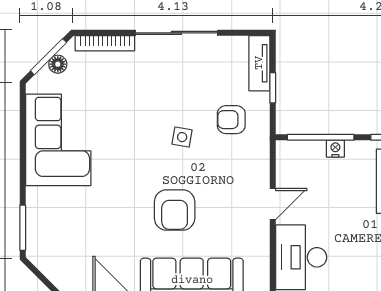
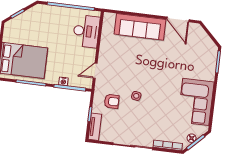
door: (273, 204) -> (95, 71), moved
armchair: (175, 210) -> (144, 61), removed

